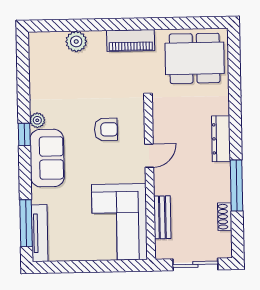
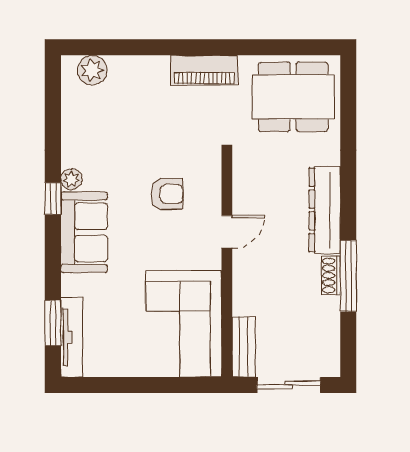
plant: (76, 41) -> (92, 70), moved
dresser: (221, 139) -> (325, 210), width x1.37, depth x1.24
bench: (162, 217) -> (244, 347), moved
shoe rack: (225, 217) -> (331, 275), moved
window: (26, 223) -> (53, 323), width x0.69

